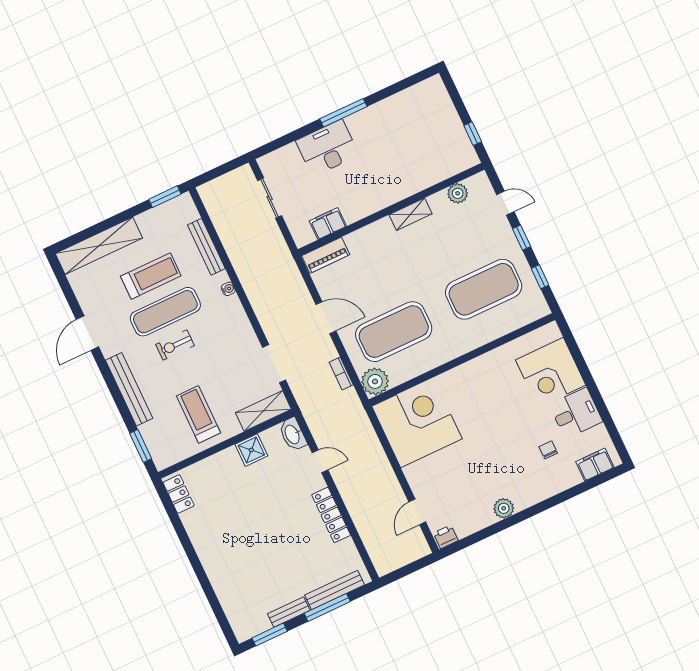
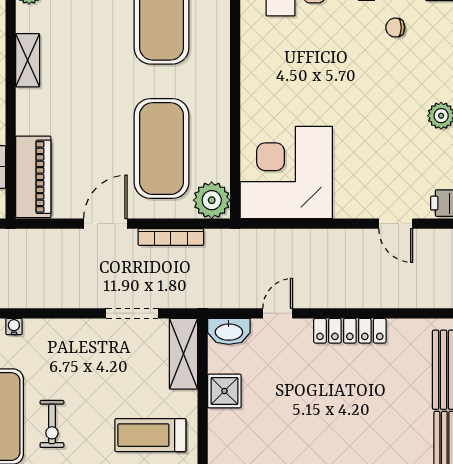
piano: (326, 255) -> (33, 177), width x1.37, depth x1.33
bookcase: (341, 374) -> (171, 237), width x1.56

